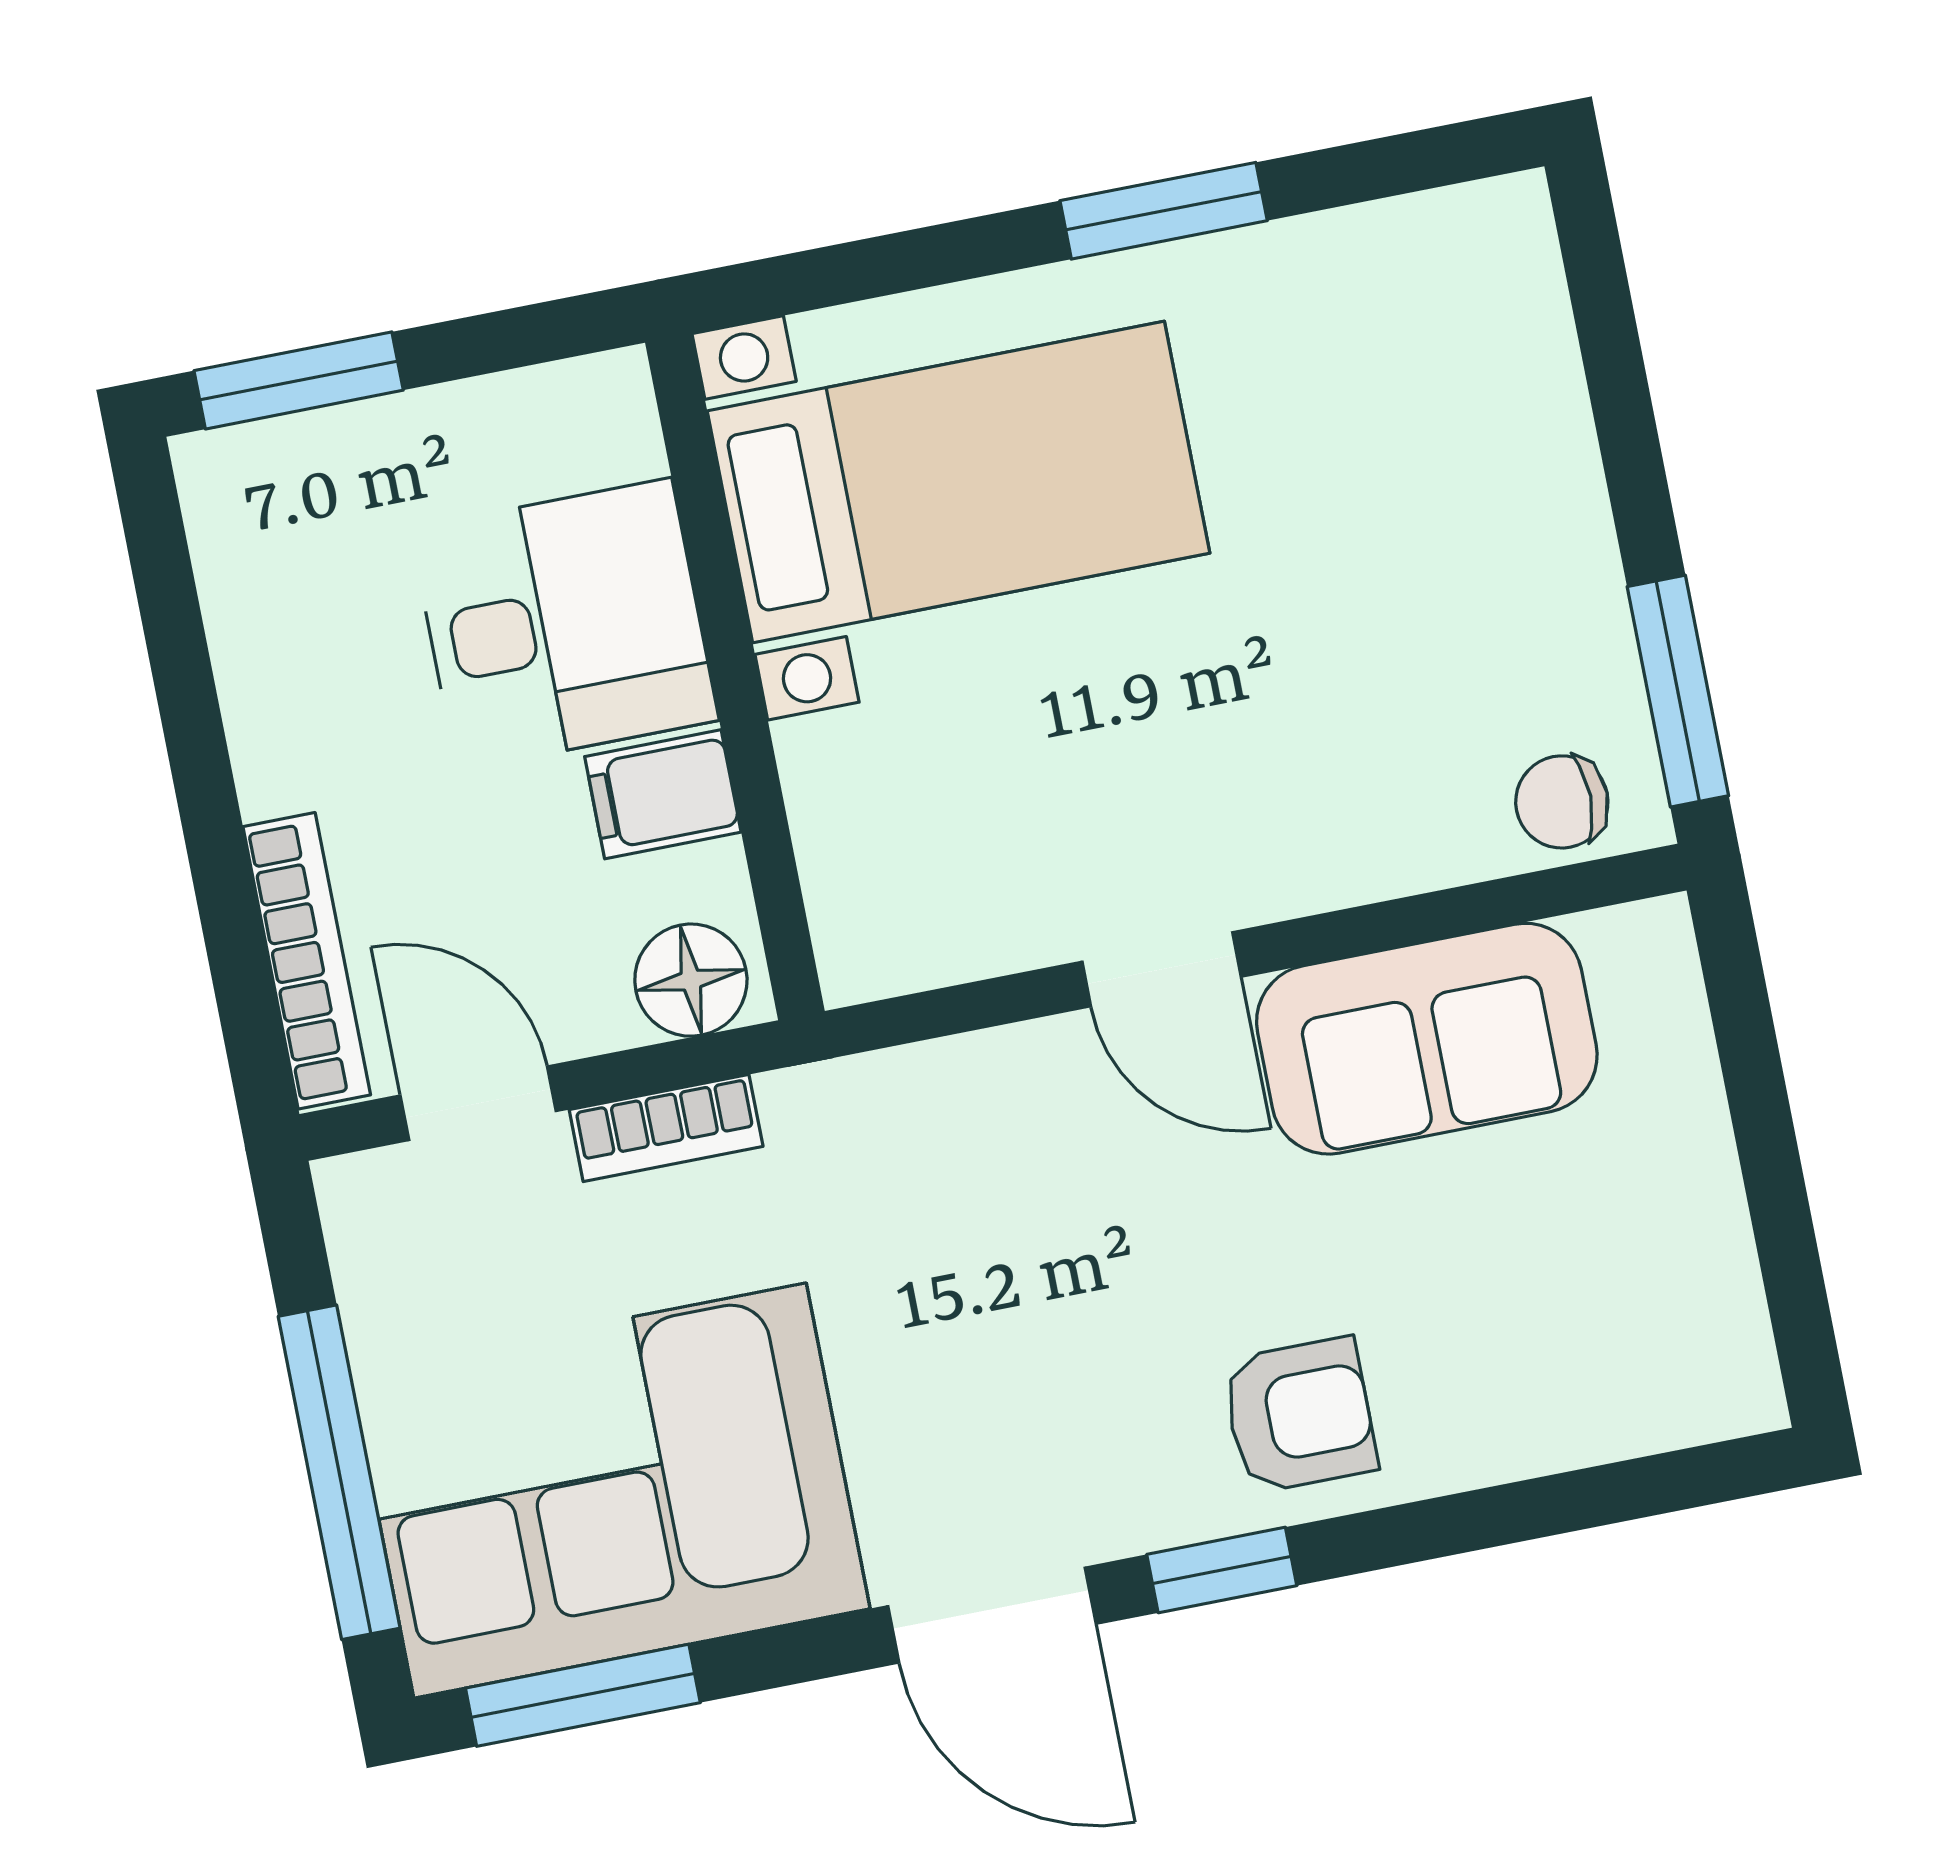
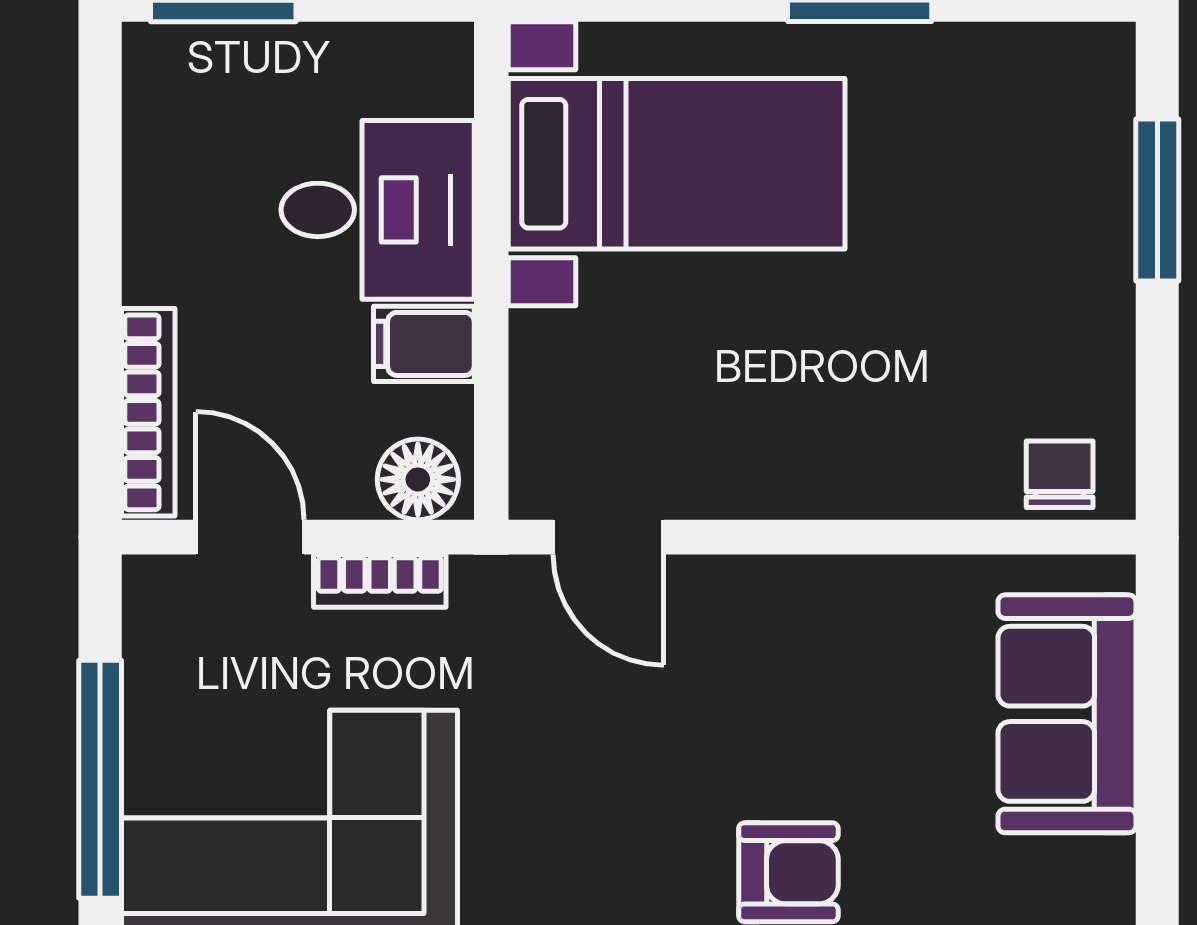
window: (1678, 691) -> (1157, 200), moved
chair: (1562, 802) -> (1060, 474), turned 90
door: (1162, 969) -> (608, 537), moved
sofa: (1427, 1039) -> (1067, 714), moved, turned 90

